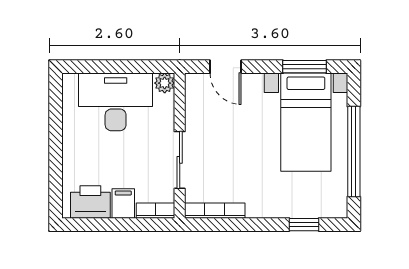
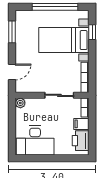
desk: (116, 102) -> (35, 140), moved, turned -90
bed with nightstands: (306, 122) -> (64, 40), moved, turned 180

